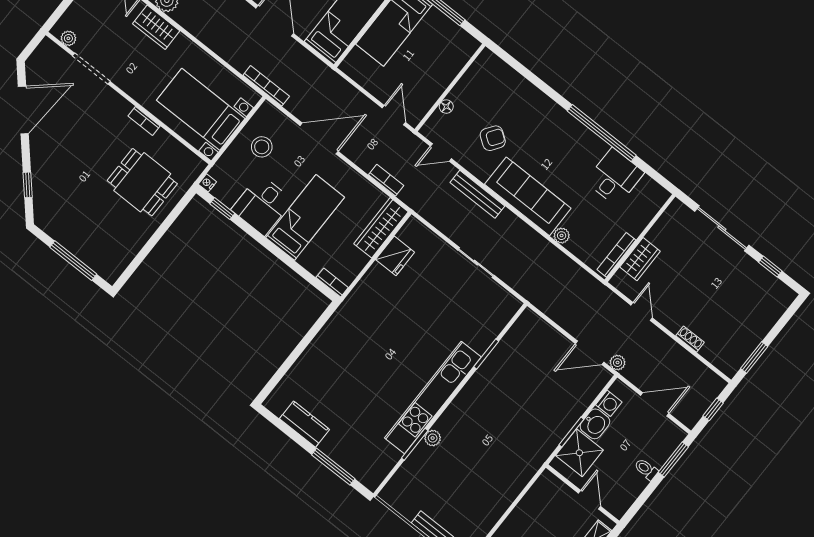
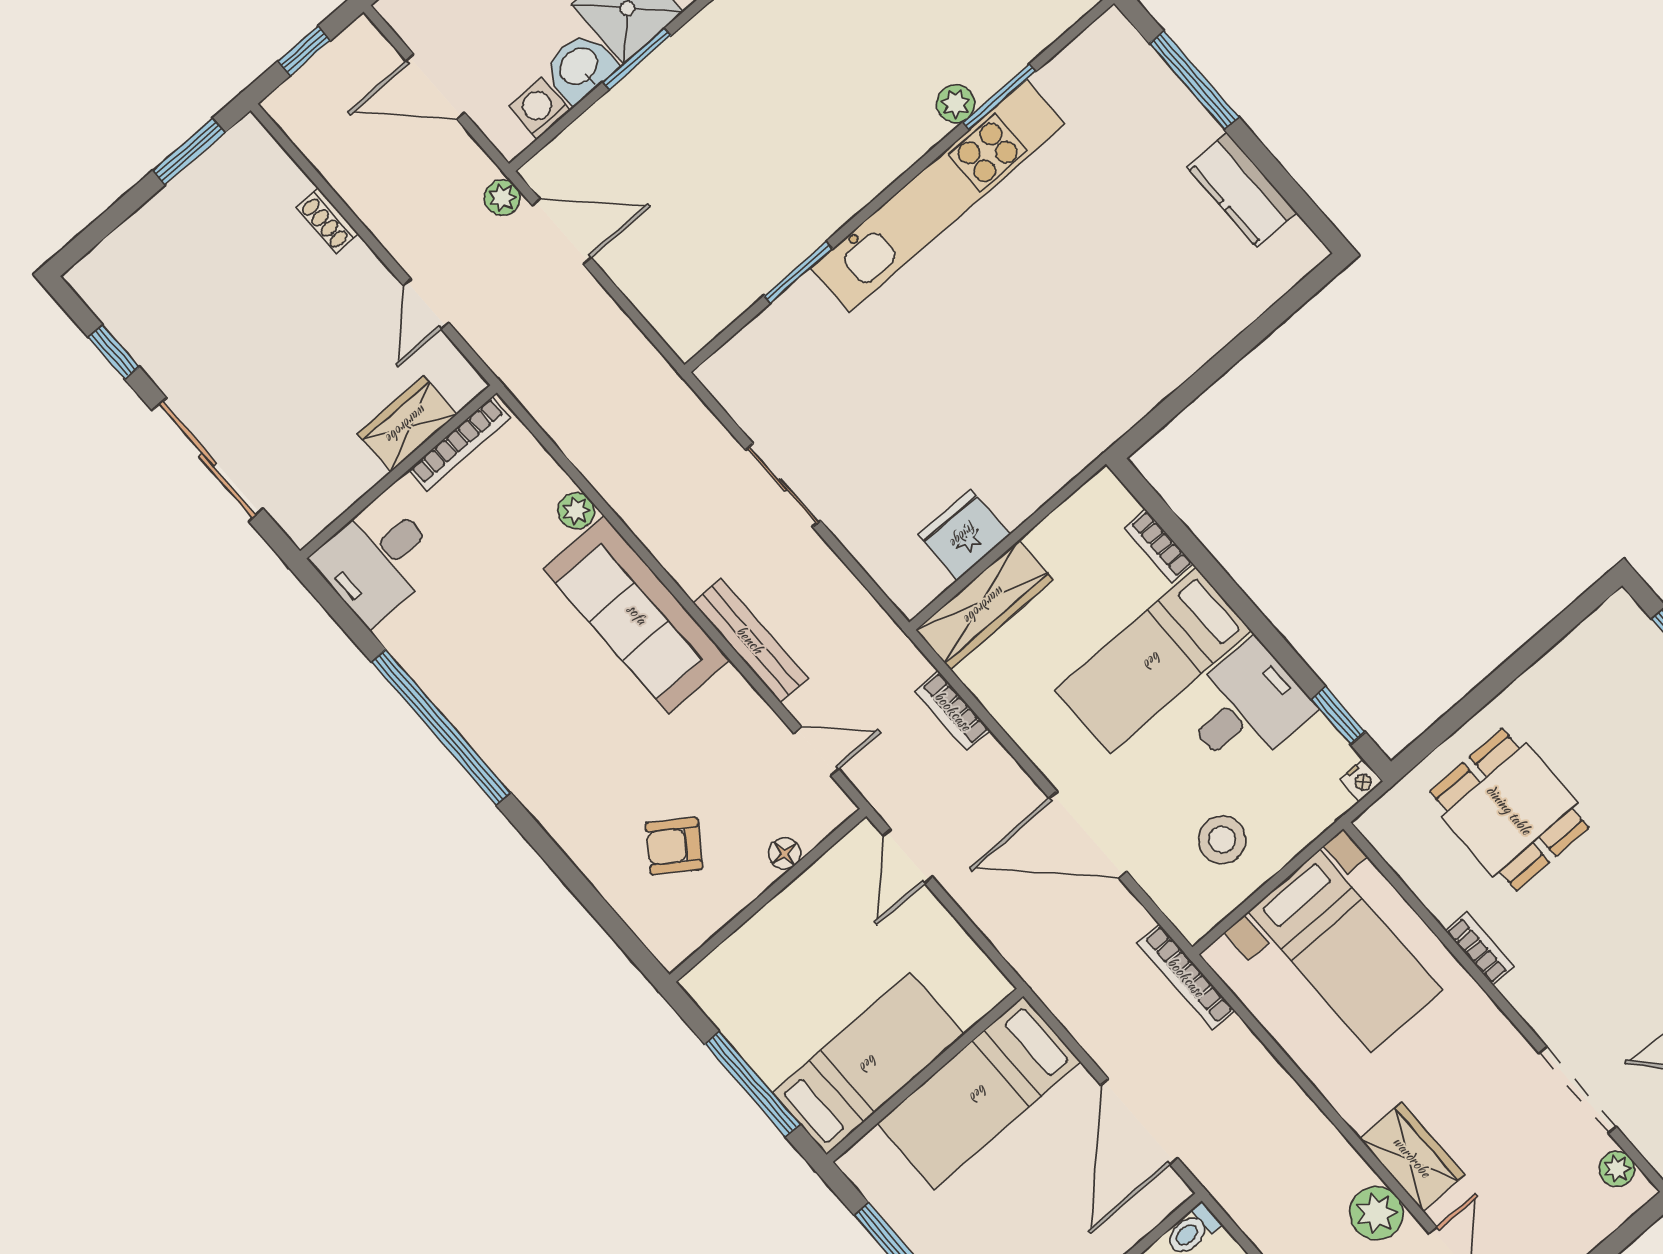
armchair: (493, 138) -> (674, 846), moved
desk: (615, 177) -> (377, 561), moved
bookcase: (332, 283) -> (1159, 546), moved

